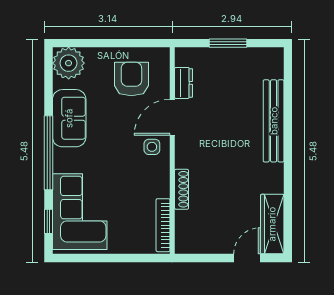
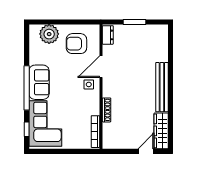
plant: (69, 63) -> (49, 34), moved
armchair: (131, 79) -> (76, 44), turned -90
dresser: (184, 83) -> (108, 35), moved
sofa: (69, 118) -> (39, 82), moved
bench: (274, 121) -> (162, 87), moved

